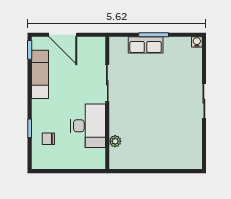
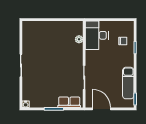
door: (63, 35) -> (101, 109), moved
row of seats: (146, 45) -> (69, 102), moved
desk: (88, 126) -> (97, 35), moved

